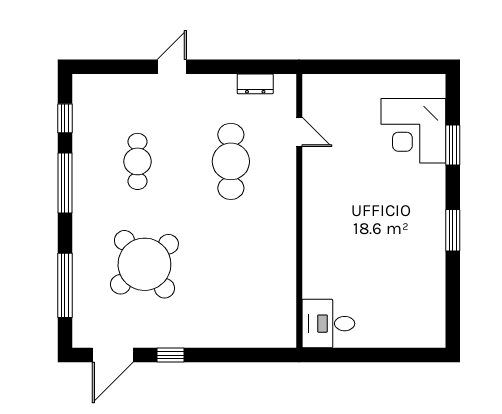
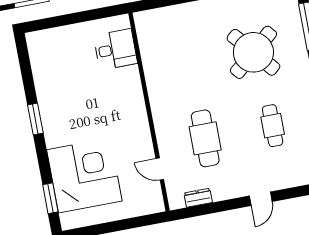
corner desk: (413, 131) -> (84, 175), width x1.36, depth x1.36
window: (453, 145) -> (50, 198), moved
desk: (328, 324) -> (115, 49), moved

